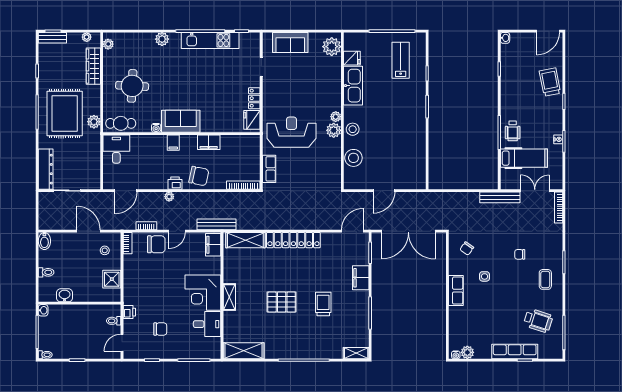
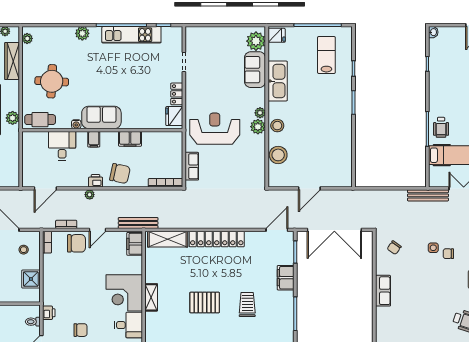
sofa: (290, 42) -> (255, 70), moved, turned 90
fridge: (352, 58) -> (277, 35), moved
desk: (116, 149) -> (62, 146), moved
side table: (484, 276) -> (433, 248), moved

